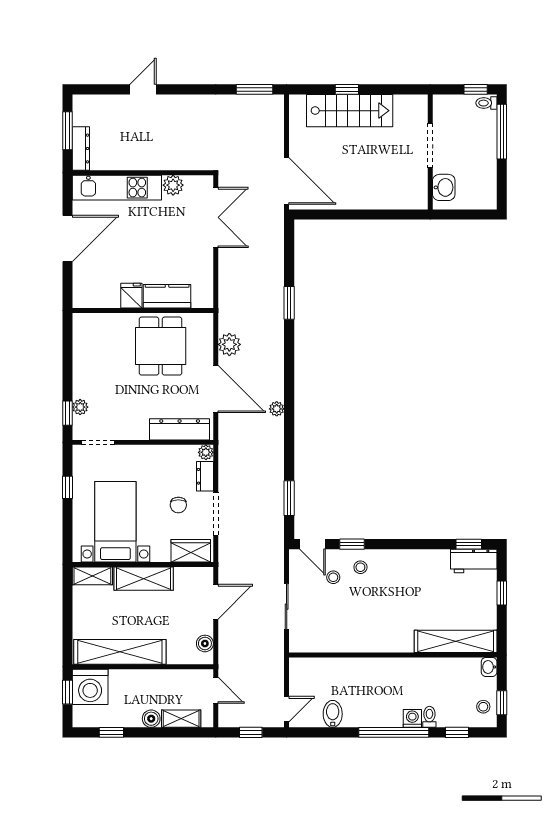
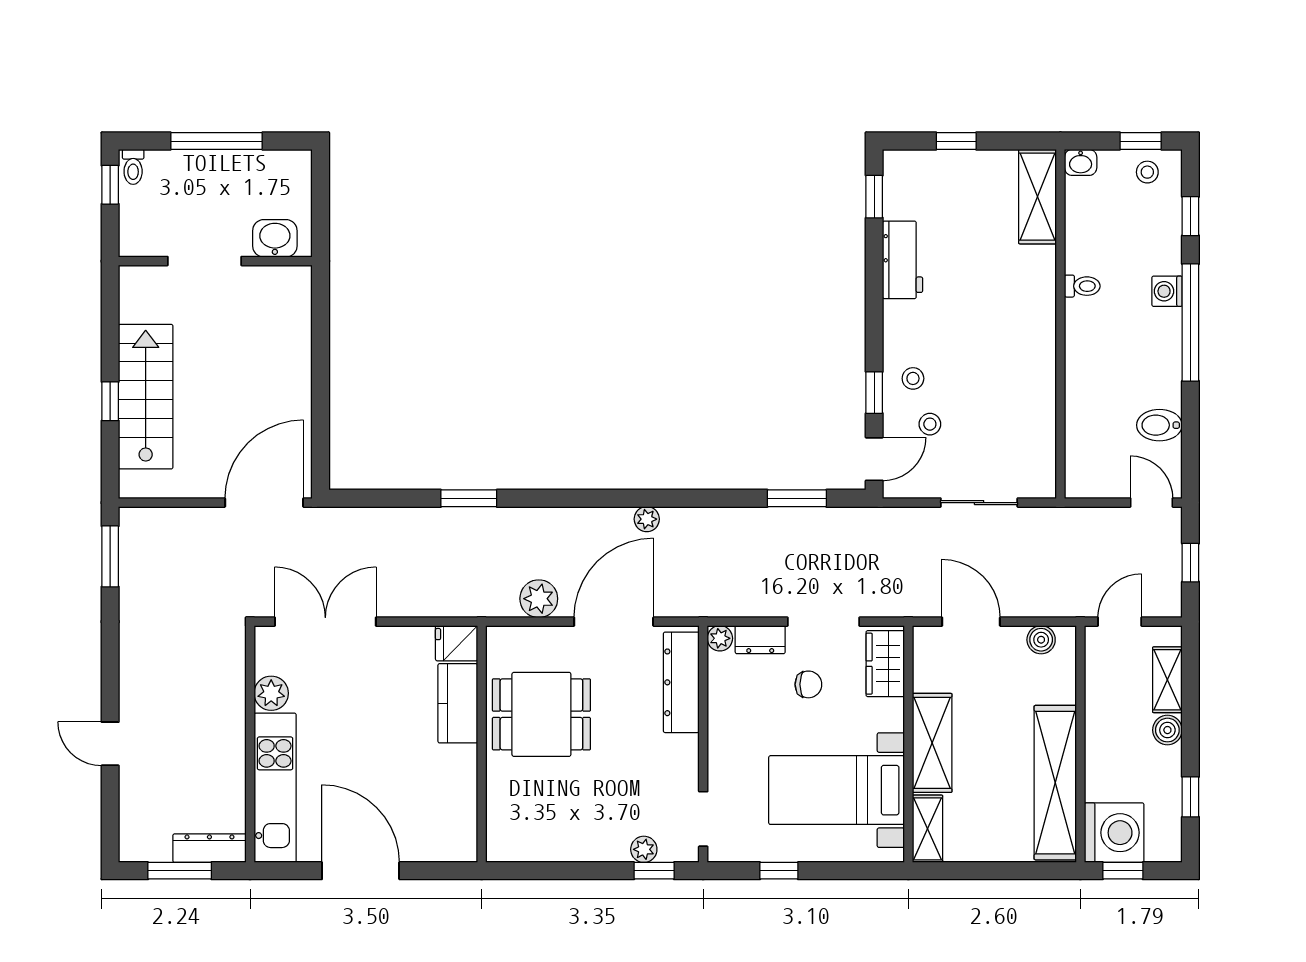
window: (502, 132) -> (217, 141), moved
fridge: (131, 296) -> (457, 643), moved
workbench: (474, 561) -> (903, 260), moved
shelving: (456, 641) -> (1038, 197), width x0.68
toilet: (429, 717) -> (1082, 286), moved, turned 180

